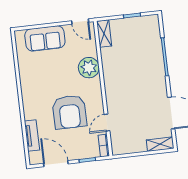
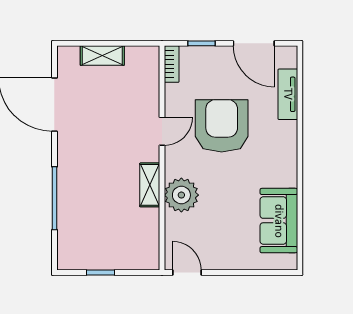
shelving: (104, 34) -> (150, 185), moved
sofa: (45, 38) -> (279, 221), moved, turned -90
door: (107, 123) -> (162, 131), moved
shelving: (160, 144) -> (102, 56), moved

